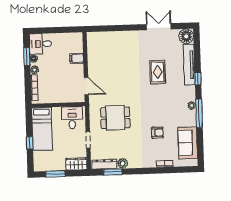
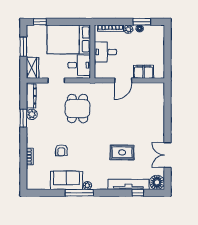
double door: (159, 27) -> (168, 155), swing flipped
desk: (40, 44) -> (105, 52), moved, turned -90
filing cabinet: (77, 58) -> (143, 72), width x2.00
window: (198, 79) -> (138, 193), moved
door: (86, 86) -> (123, 80), moved
bed: (42, 129) -> (69, 39), width x1.50
window: (30, 143) -> (40, 22), moved
sofa: (188, 143) -> (67, 180), moved
window: (113, 172) -> (23, 118), moved

